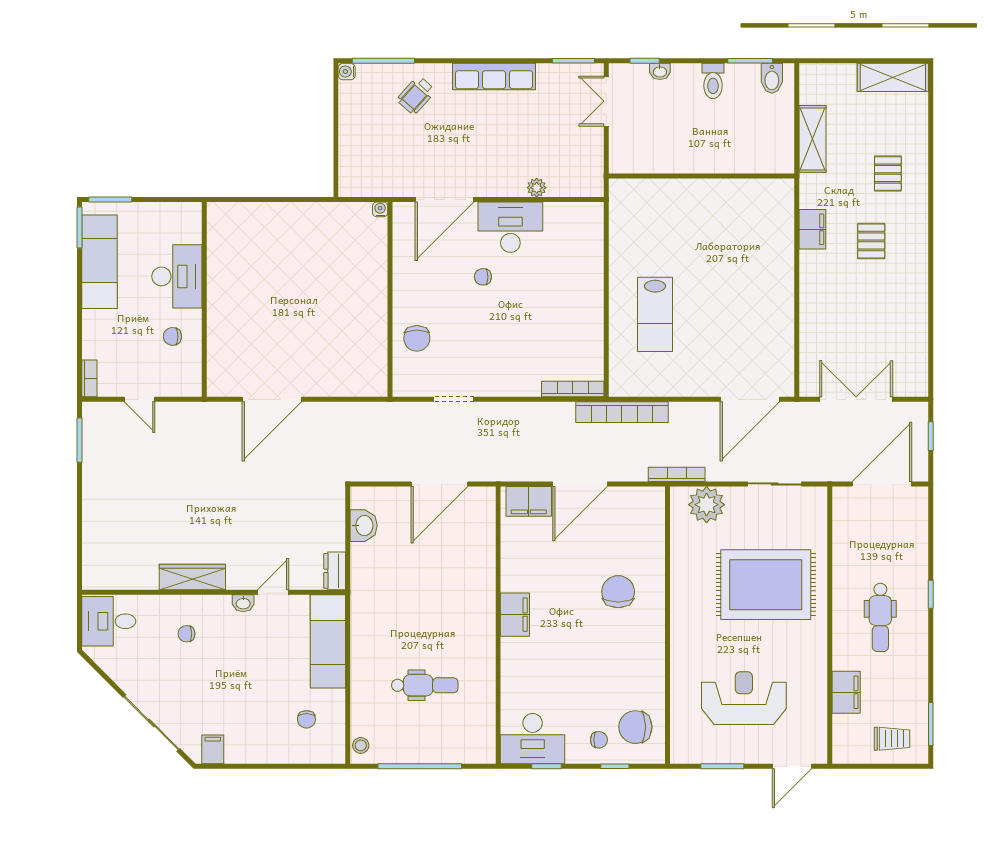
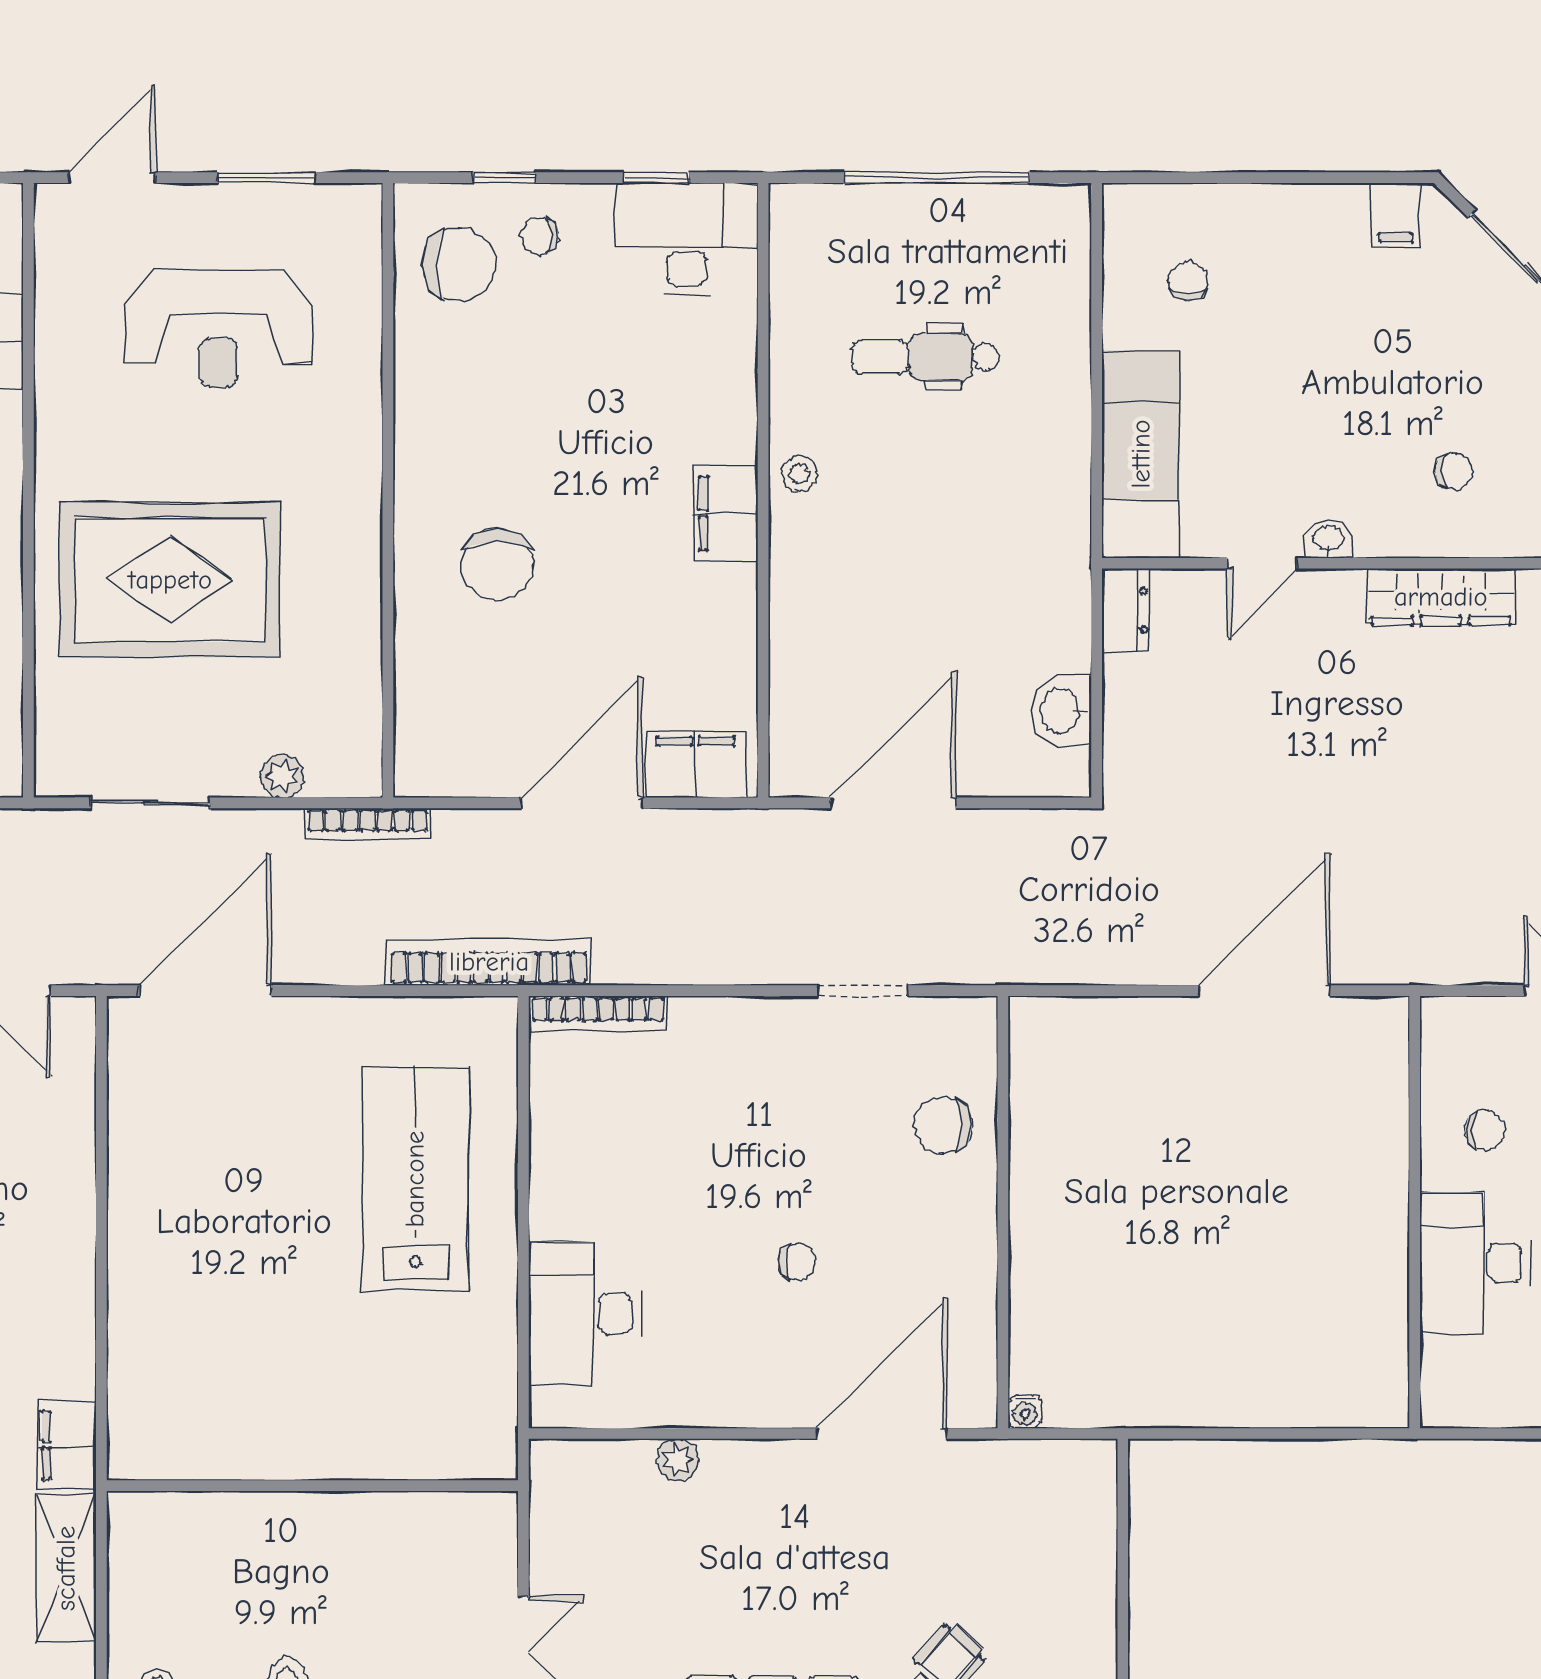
desk: (510, 227) -> (585, 1313), moved, turned 90
filing cabinet: (812, 229) -> (67, 1445), moved
lab bench: (655, 314) -> (415, 1179), width x1.36, depth x1.39
chair: (417, 338) -> (943, 1126), turned -90
plant: (707, 505) -> (282, 776), width x0.53, depth x0.53
stool: (361, 745) -> (799, 474), moved

